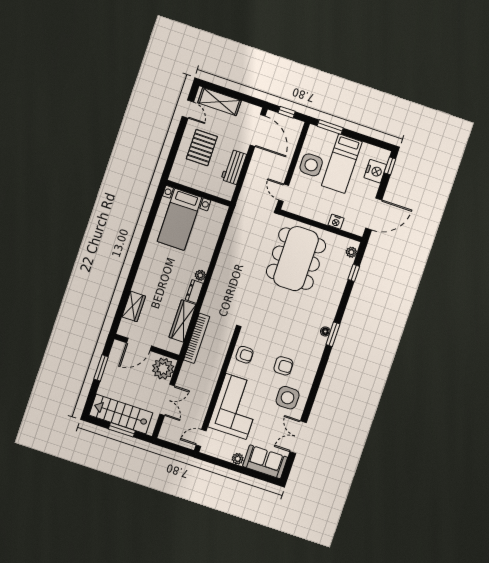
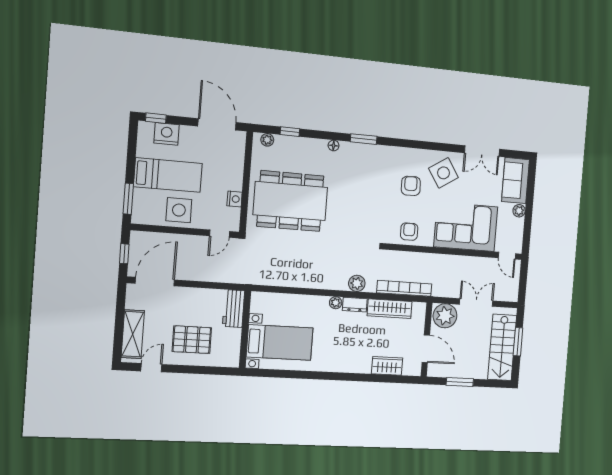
workbench: (234, 167) -> (234, 309), moved, turned 90
nightstand: (336, 222) -> (235, 199), moved
plant: (212, 298) -> (357, 283), added
floor lamp: (325, 331) -> (334, 146), moved
side table: (288, 398) -> (443, 173), turned -33

